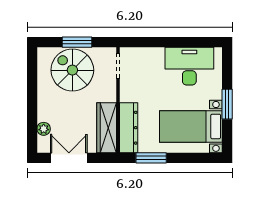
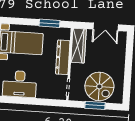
dresser: (129, 128) -> (63, 57), moved
plant: (44, 129) -> (122, 48), removed

